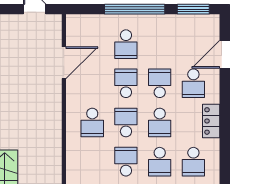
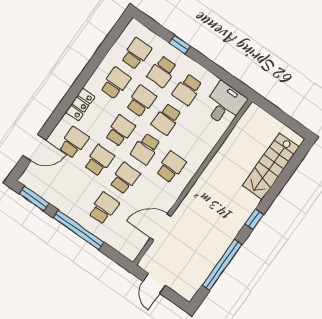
school desk: (126, 83) -> (125, 178), turned 180
school desk: (160, 83) -> (99, 160), turned 180

